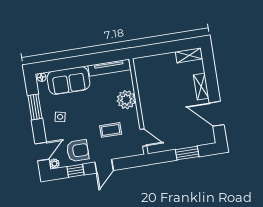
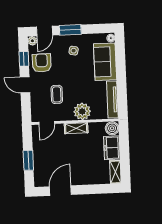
freezer: (163, 62) -> (112, 148), added
boiler: (141, 64) -> (112, 128), added
shelving: (201, 87) -> (76, 128), moved
window: (35, 107) -> (70, 30), moved
armchair: (78, 151) -> (42, 63), turned 180
door: (42, 152) -> (44, 31), hinge flipped

